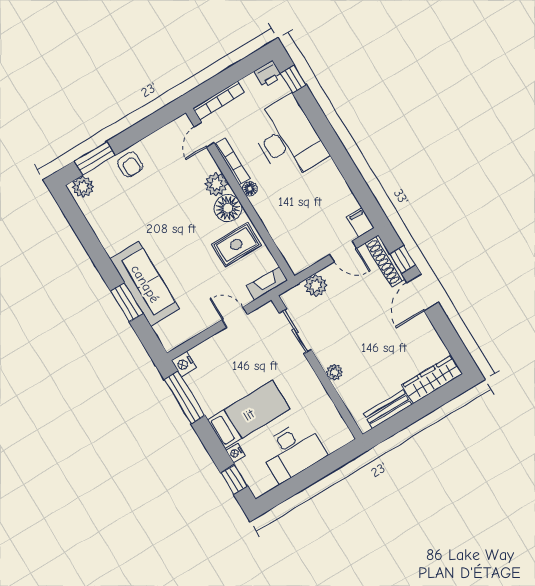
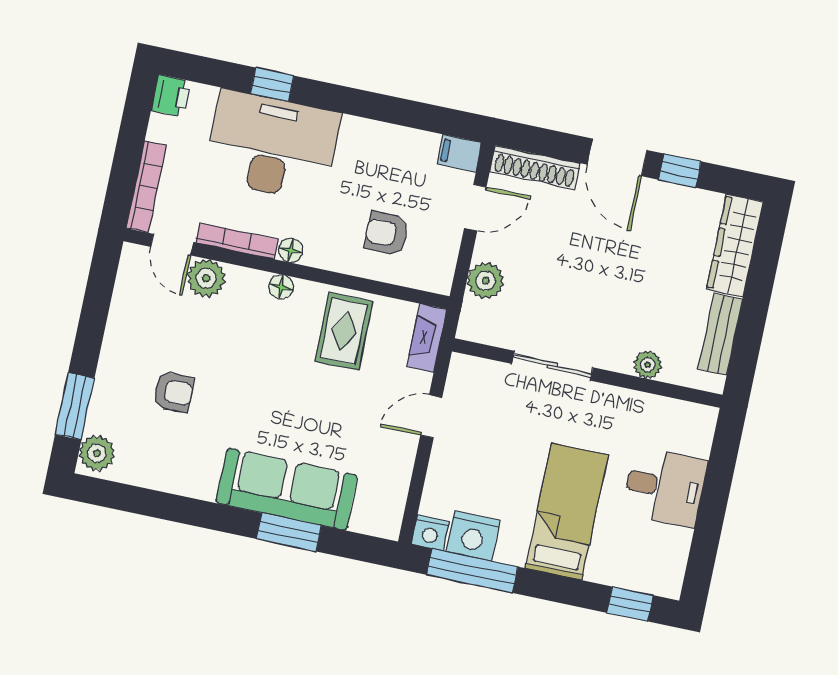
window: (293, 79) -> (272, 85), moved
armchair: (130, 165) -> (173, 392), moved
plant: (216, 184) -> (206, 278), moved
floor lamp: (228, 208) -> (281, 287), width x0.53, depth x0.53
armchair: (296, 223) -> (386, 233), added
window: (403, 259) -> (680, 171), moved
sliding door: (295, 331) -> (552, 366), moved
plant: (334, 372) -> (648, 365), moved
desk: (292, 451) -> (665, 487), width x0.73
nightstand: (235, 453) -> (473, 536), moved, width x1.89, depth x1.79

